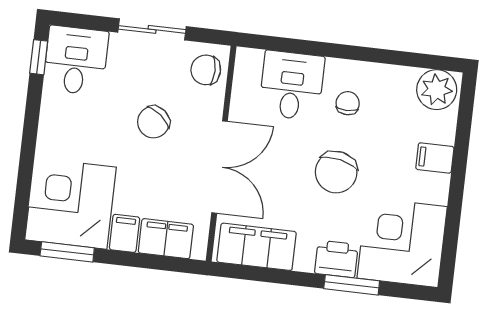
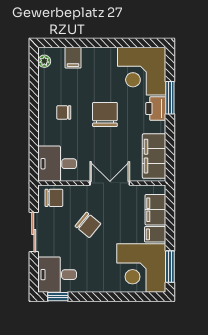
chair: (206, 70) -> (54, 198), turned -90
desk: (292, 85) -> (57, 164), moved
plant: (437, 90) -> (44, 61), width x0.53, depth x0.53
filing cabinet: (435, 158) -> (73, 58), moved
double door: (220, 167) -> (110, 183), width x0.73
chair: (336, 172) -> (105, 114), turned -102

